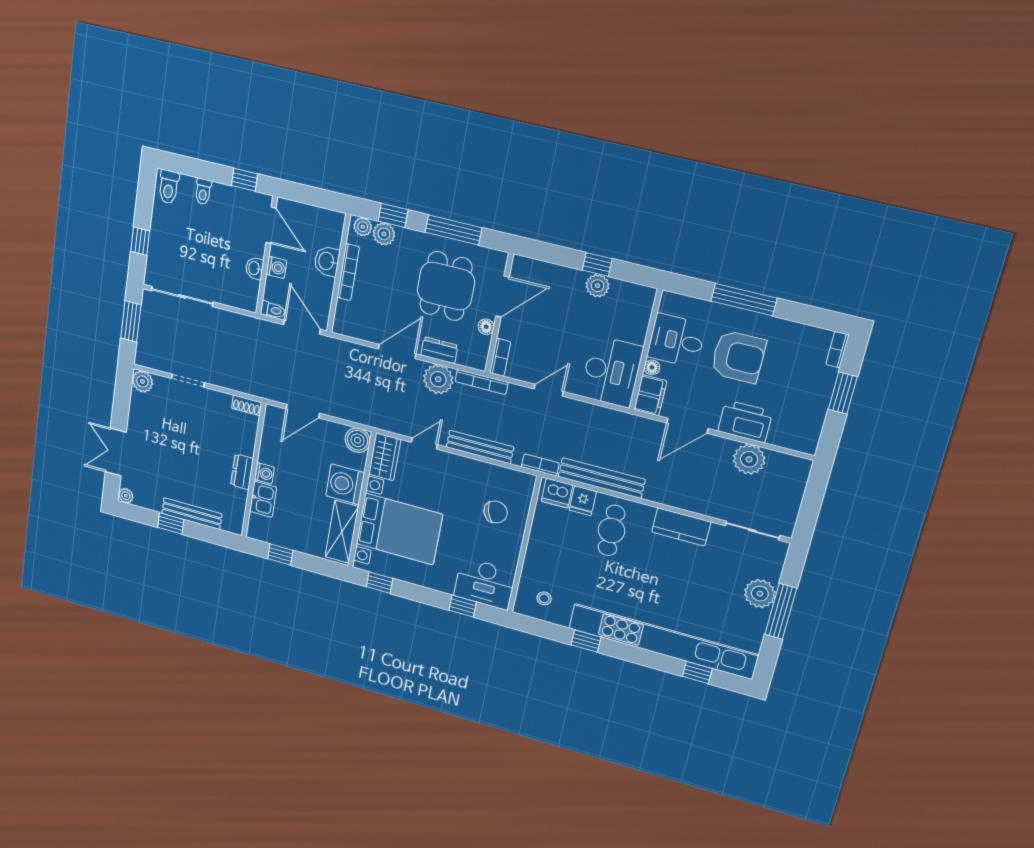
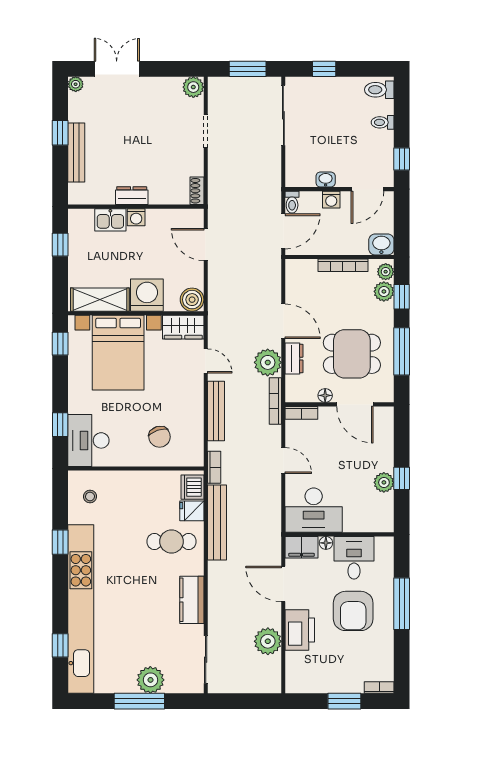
washbasin: (327, 261) -> (381, 244), moved

